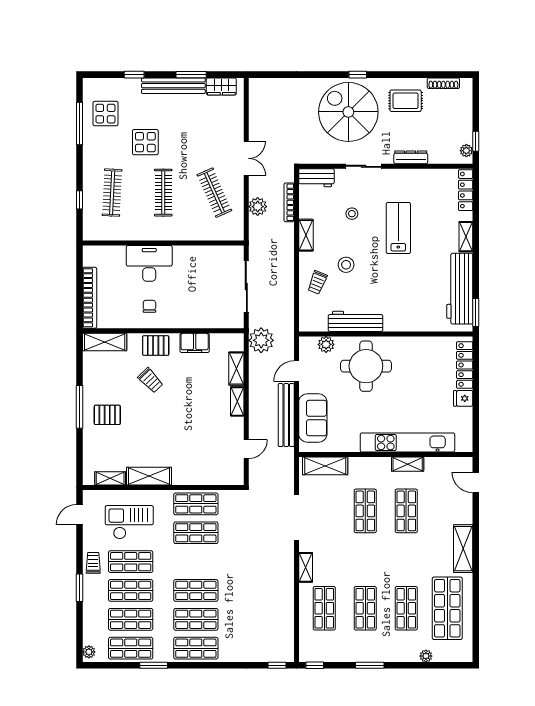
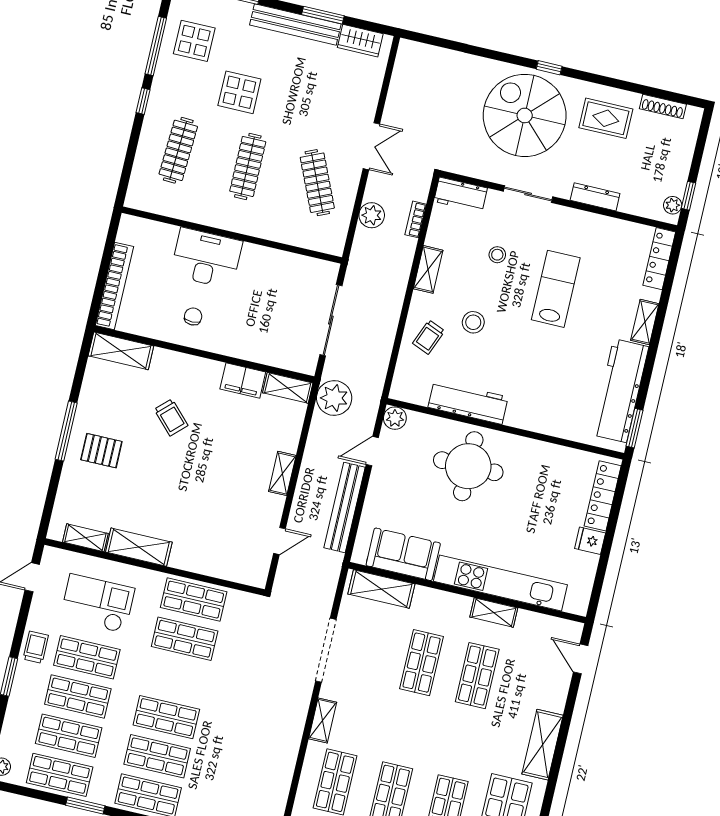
window: (79, 200) -> (143, 101), moved
bookcase: (289, 202) -> (416, 219), width x0.64
plant: (326, 344) -> (395, 418), moved
pallet: (156, 346) -> (189, 372), removed
shelving: (236, 369) -> (288, 388), moved, turned 90
sofa: (313, 418) -> (403, 554), moved, turned -90

